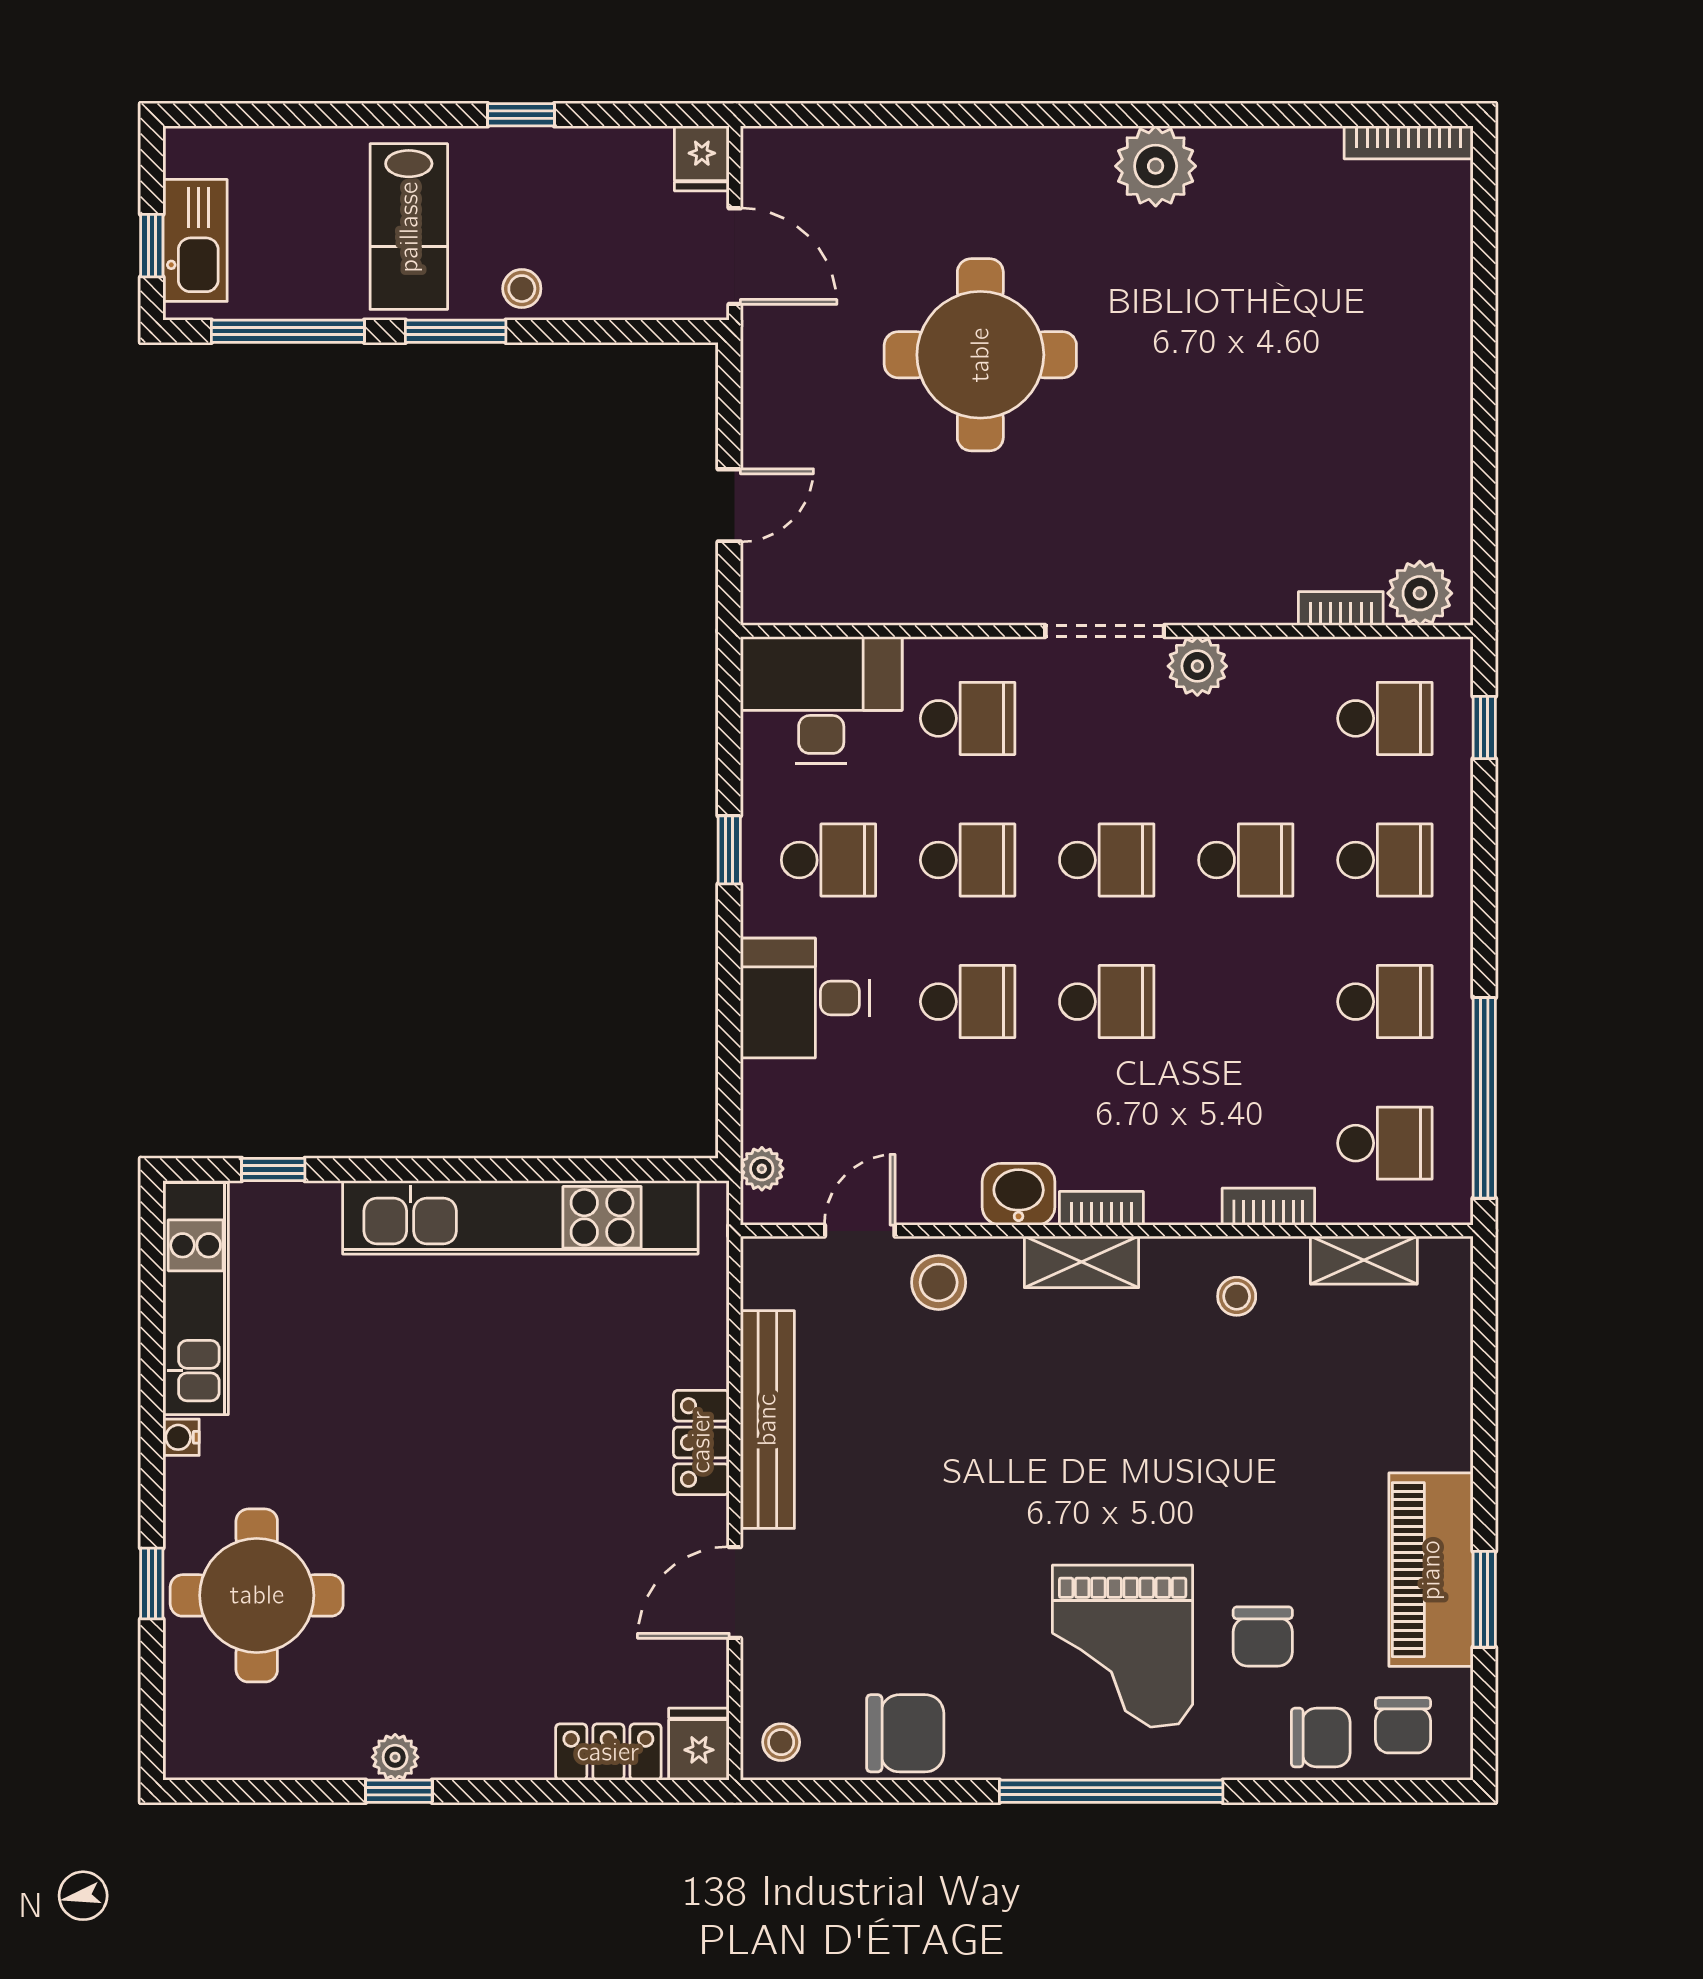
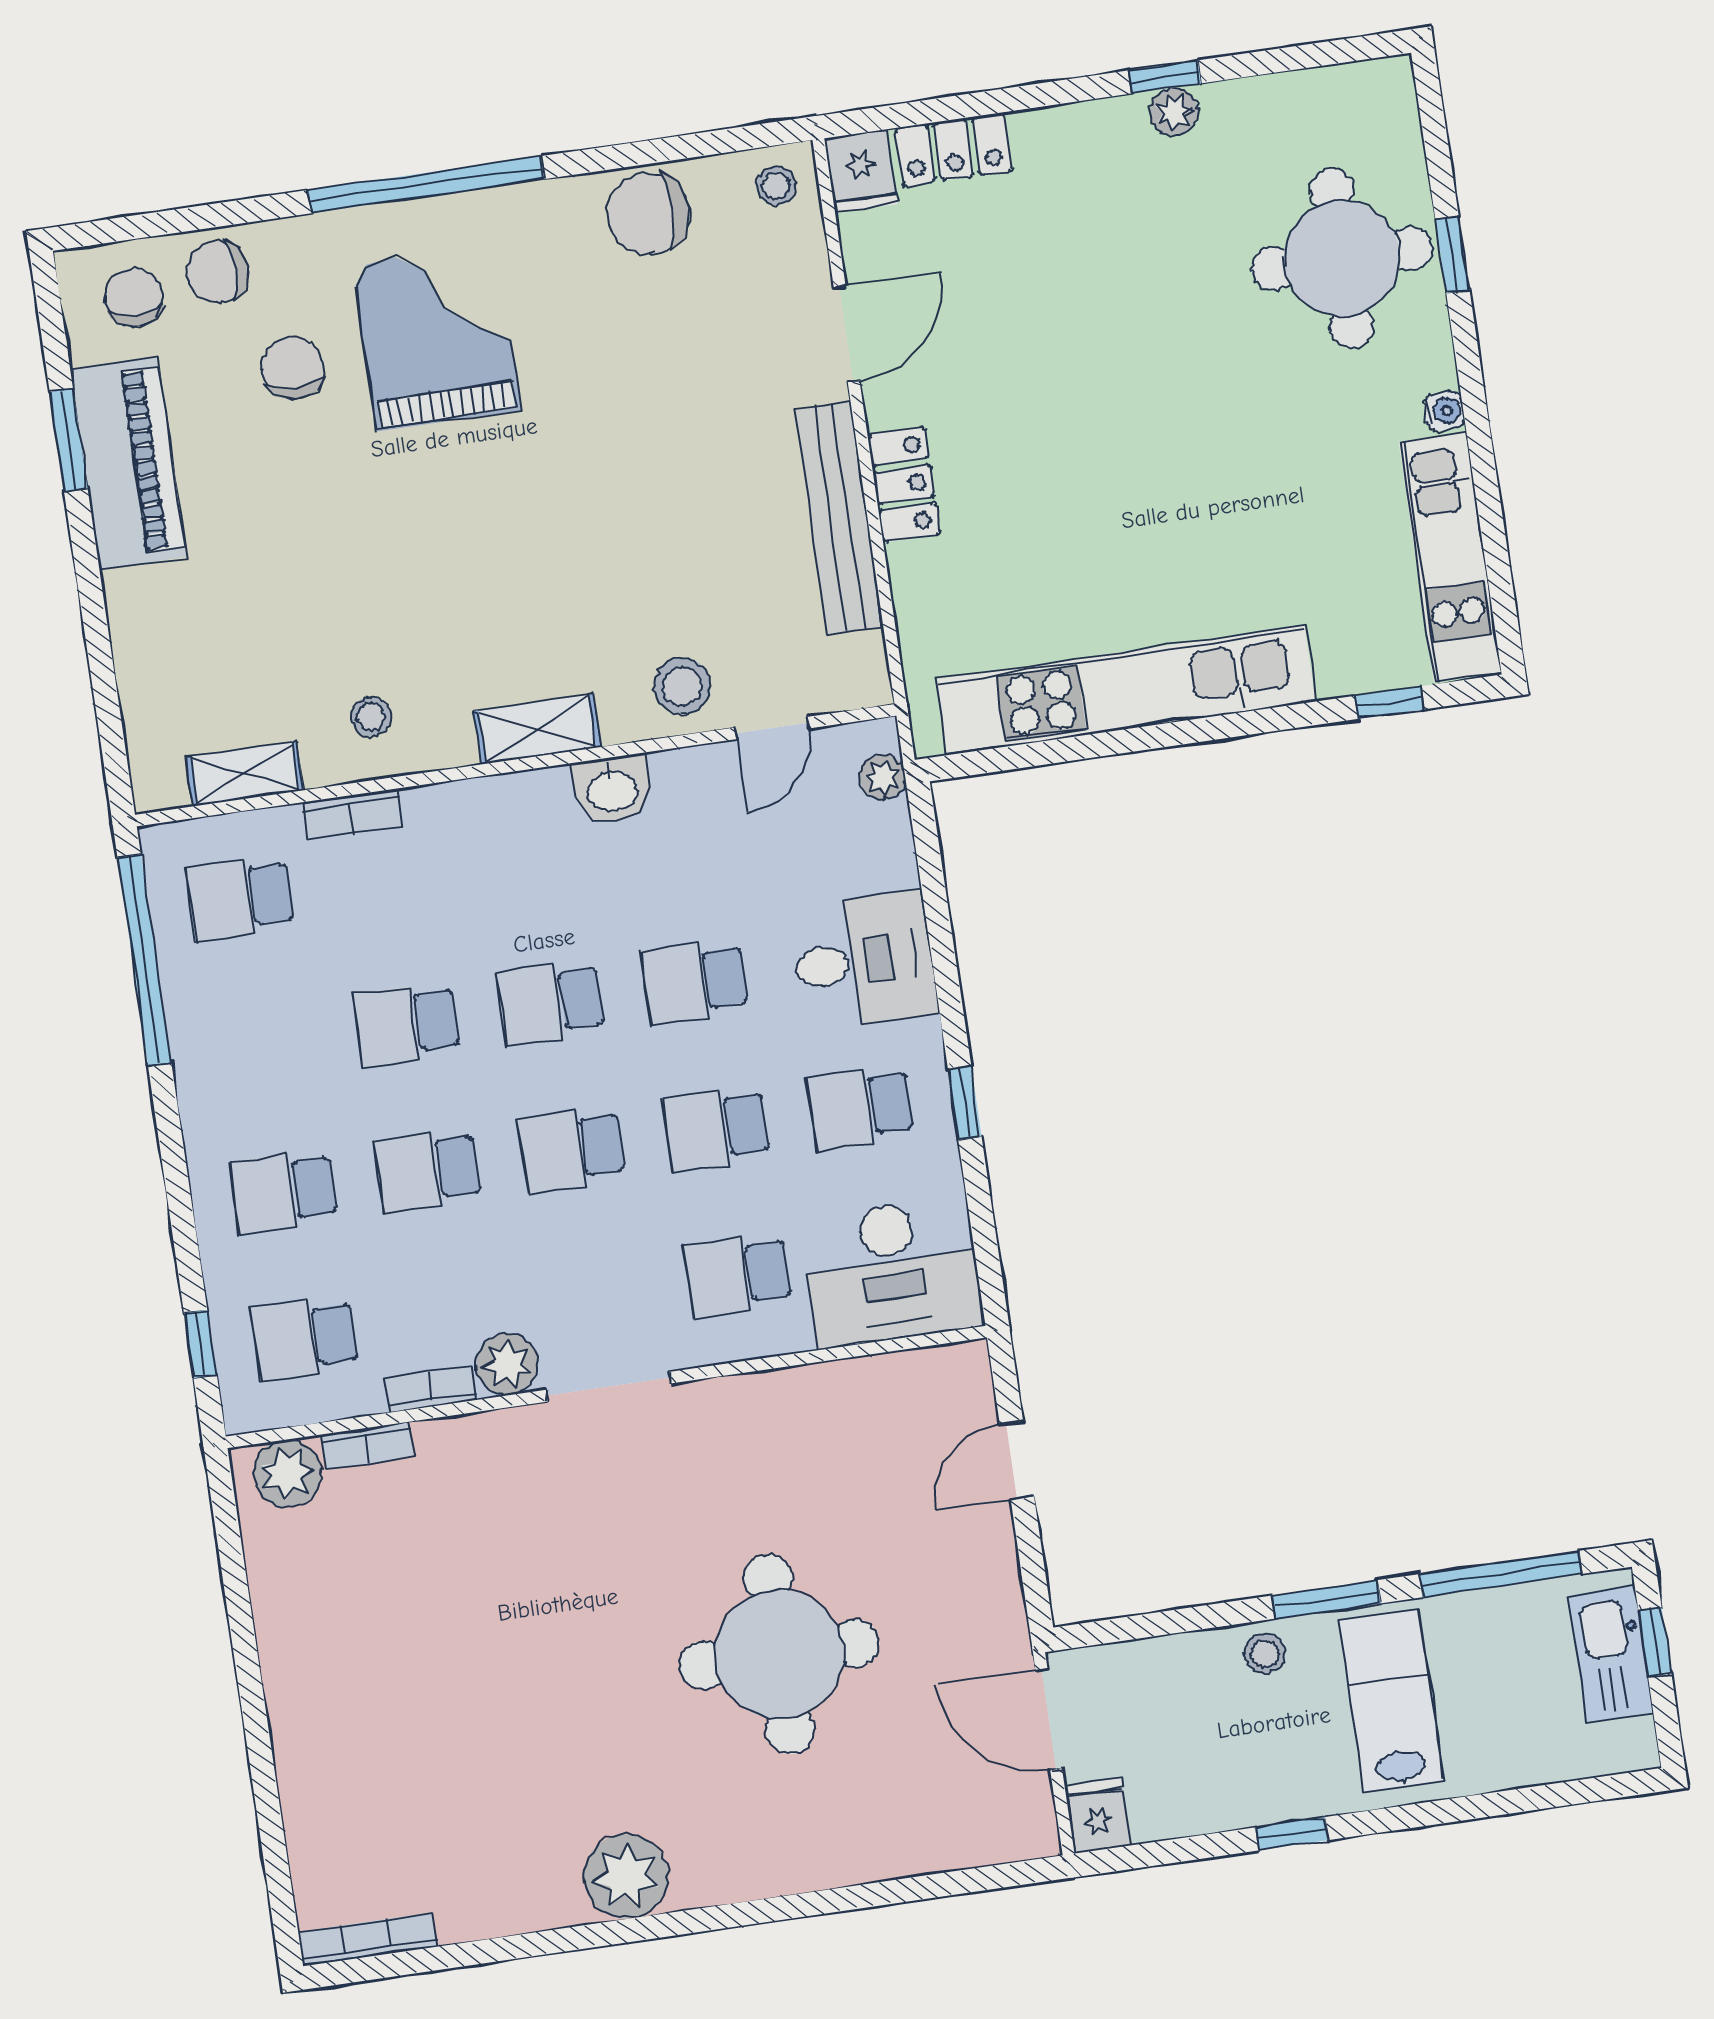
school desk: (1385, 1002) -> (406, 1024), moved
bookcase: (1101, 1208) -> (430, 1389), moved, turned 180

